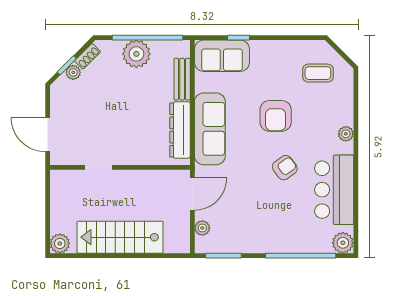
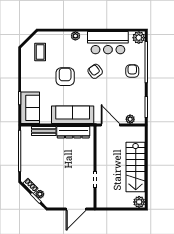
plant: (136, 54) -> (29, 157), removed
armchair: (276, 116) -> (65, 77), turned -90
armchair: (285, 232) -> (132, 71), added

